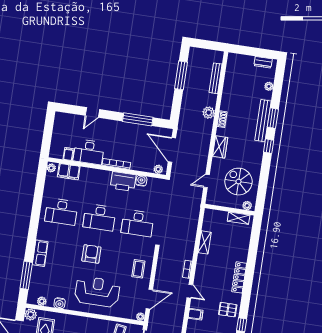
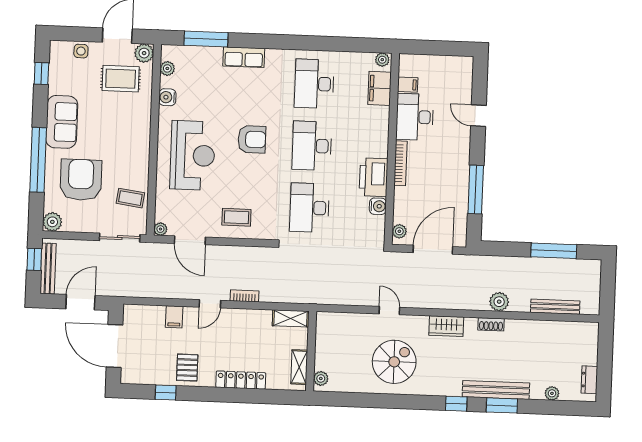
plant: (247, 206) -> (321, 378), moved
wall: (230, 210) -> (311, 351), moved
shelving: (239, 218) -> (299, 367), moved

